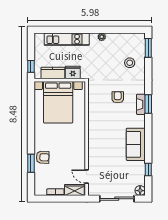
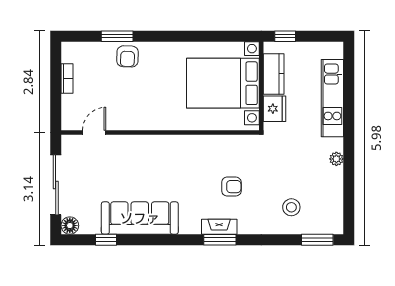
sofa: (136, 144) -> (140, 218), width x1.36
wardrobe: (74, 190) -> (71, 111), removed

